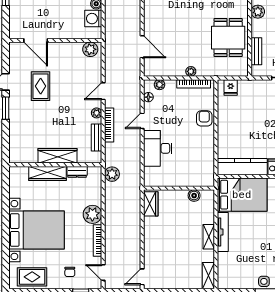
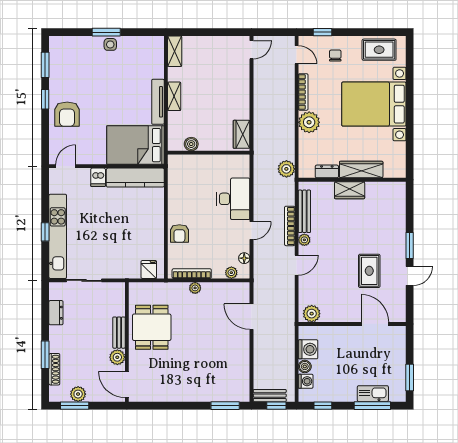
bench: (256, 51) -> (119, 333), moved
bench: (96, 138) -> (304, 211), width x1.36
wardrobe: (58, 156) -> (350, 190), width x0.67

